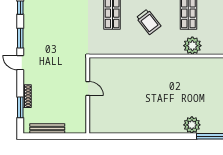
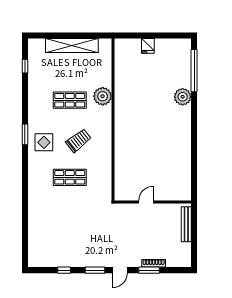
window: (20, 107) -> (149, 270), moved
bench: (47, 128) -> (186, 224), moved

